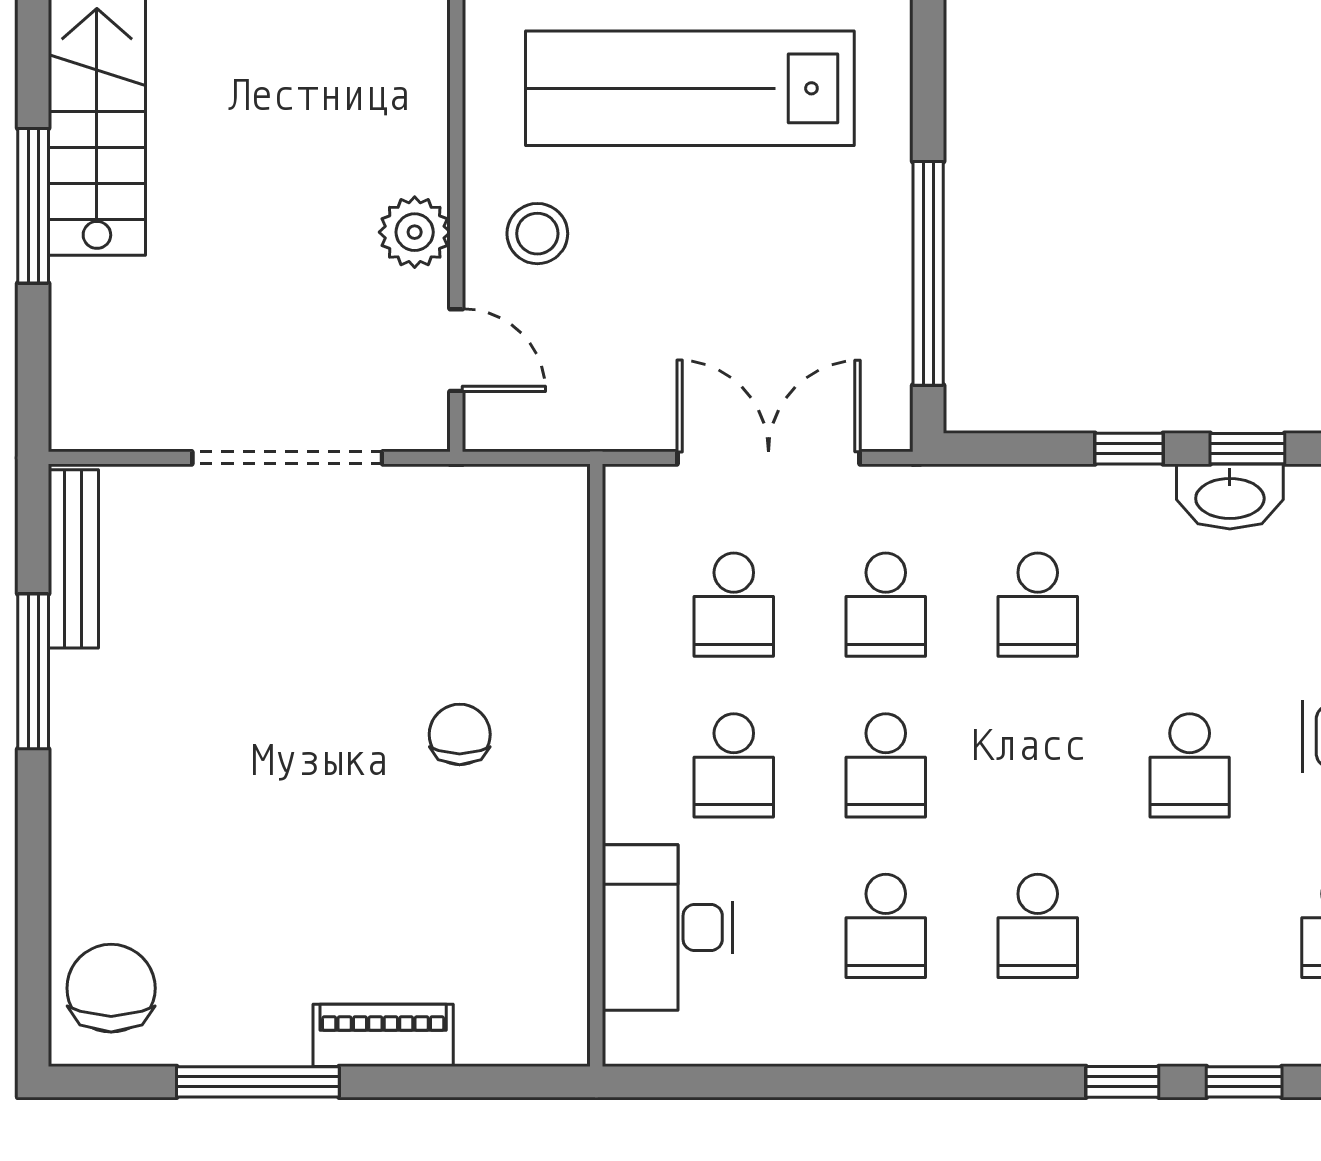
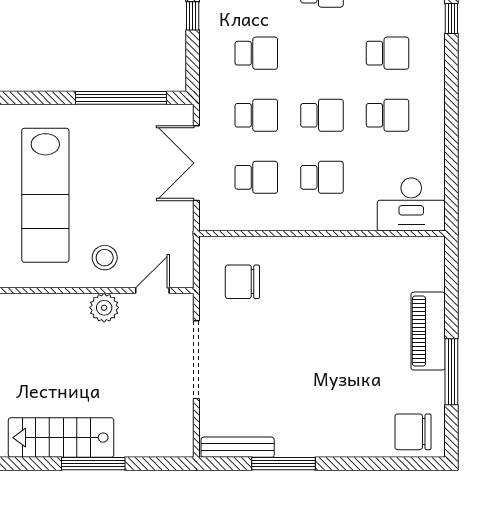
chair: (460, 734) -> (242, 282), moved, width x1.37, depth x1.37
desk: (668, 928) -> (411, 204), moved
piano: (383, 1035) -> (428, 331), width x1.37, depth x1.33

